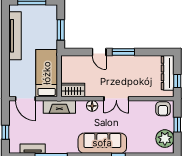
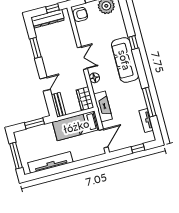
window: (123, 52) -> (35, 48), moved
bench: (74, 60) -> (58, 105), added

